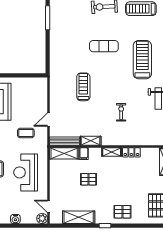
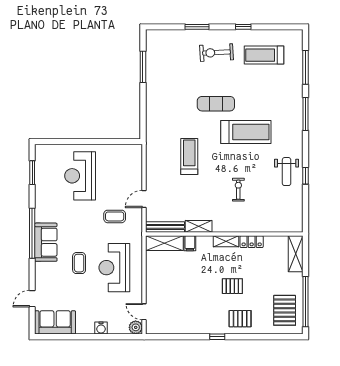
treadmill: (142, 60) -> (246, 132), moved, turned 90
pallet: (88, 179) -> (232, 286), moved
shelving: (79, 217) -> (183, 326), removed

